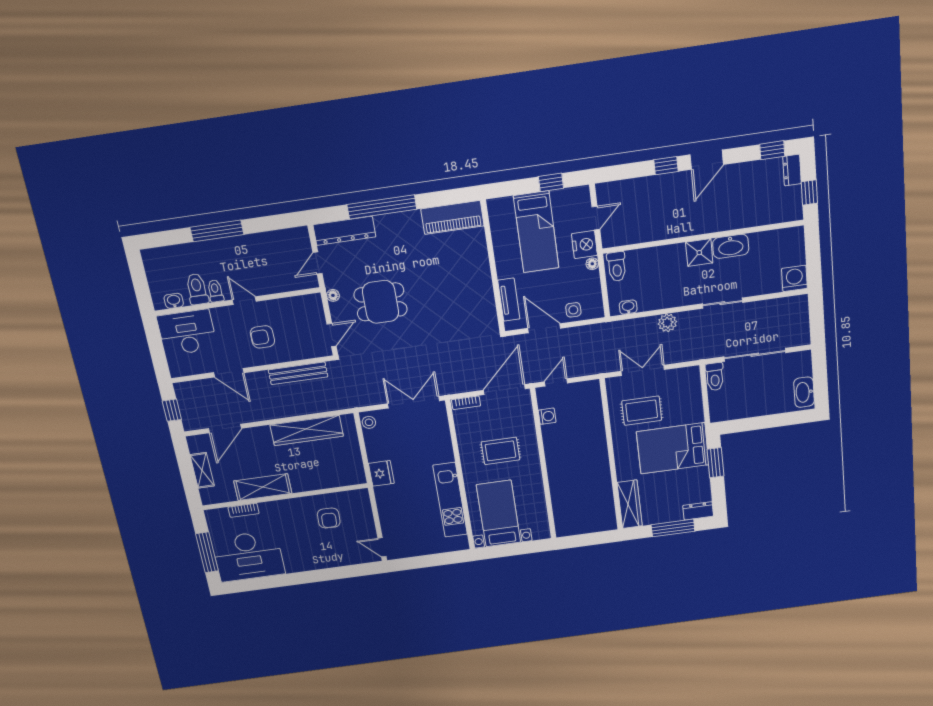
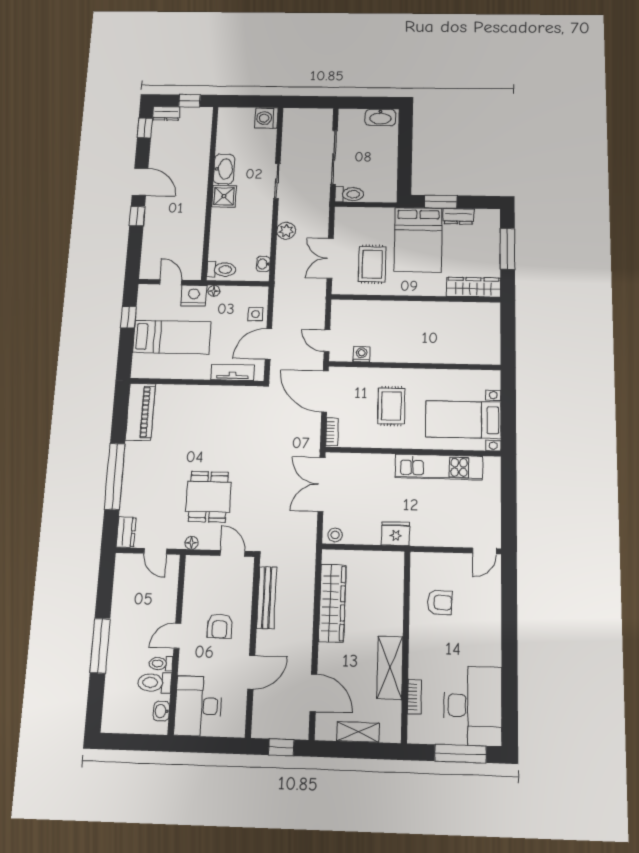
dresser: (344, 231) -> (126, 532), width x0.51, depth x0.80
dresser: (698, 511) -> (458, 216), moved, turned -90

